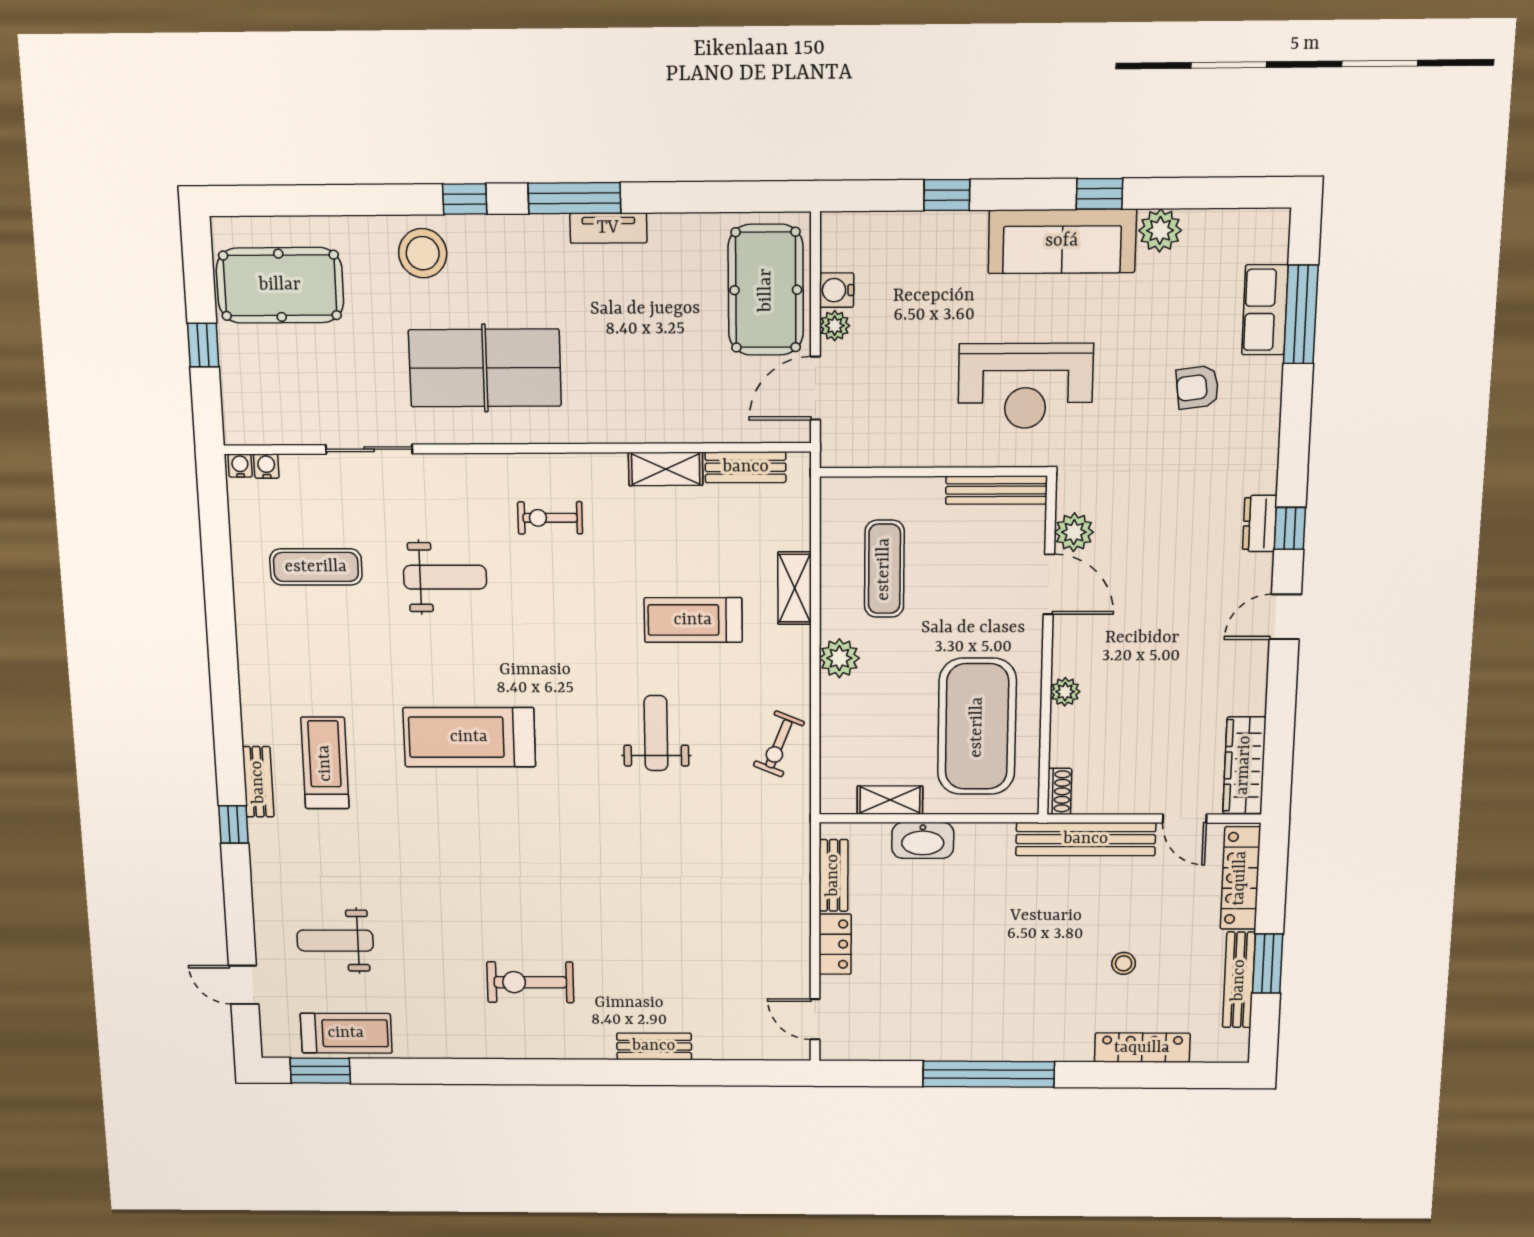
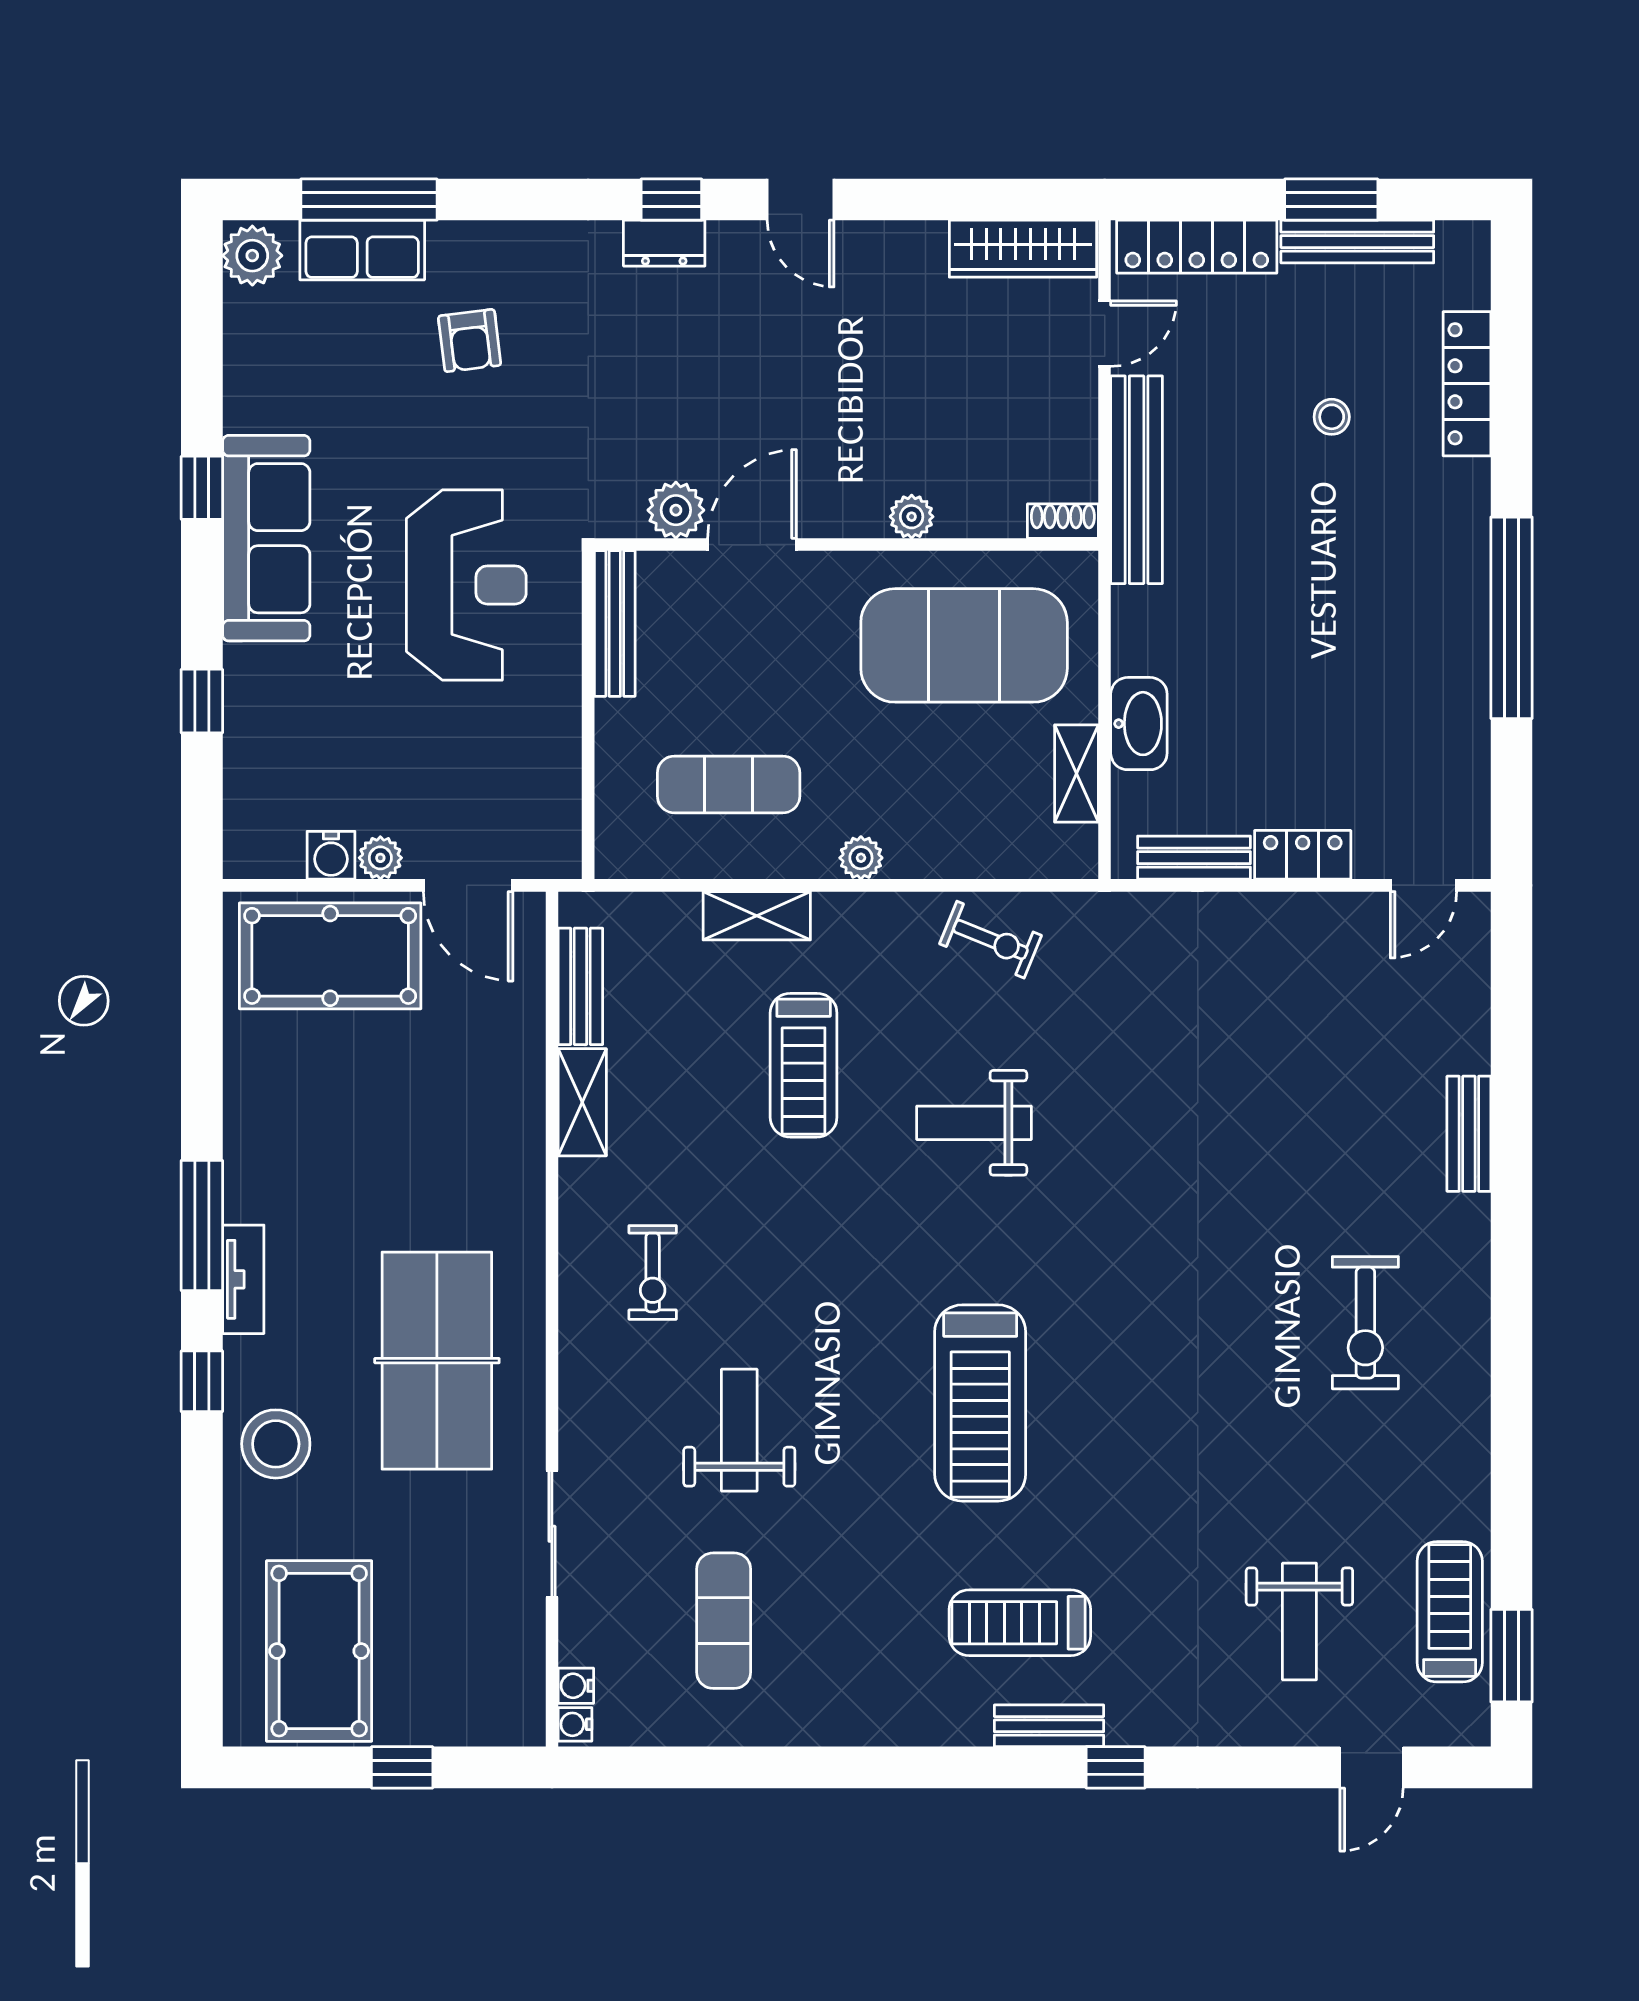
tv unit: (608, 228) -> (243, 1279), moved
plant: (1160, 230) -> (252, 256), moved
plant: (839, 658) -> (861, 858), width x0.73, depth x0.73

